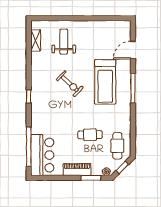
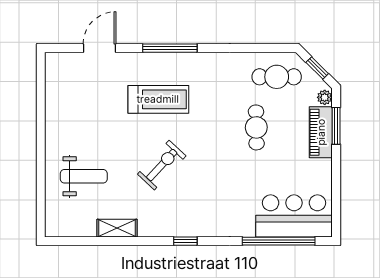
shelving: (36, 40) -> (117, 228), moved
weight bench: (64, 42) -> (84, 176), turned 180
door: (133, 50) -> (99, 48), swing flipped
treadmill: (105, 82) -> (158, 99), width x0.73, depth x0.73
piano: (77, 170) -> (321, 132), moved

